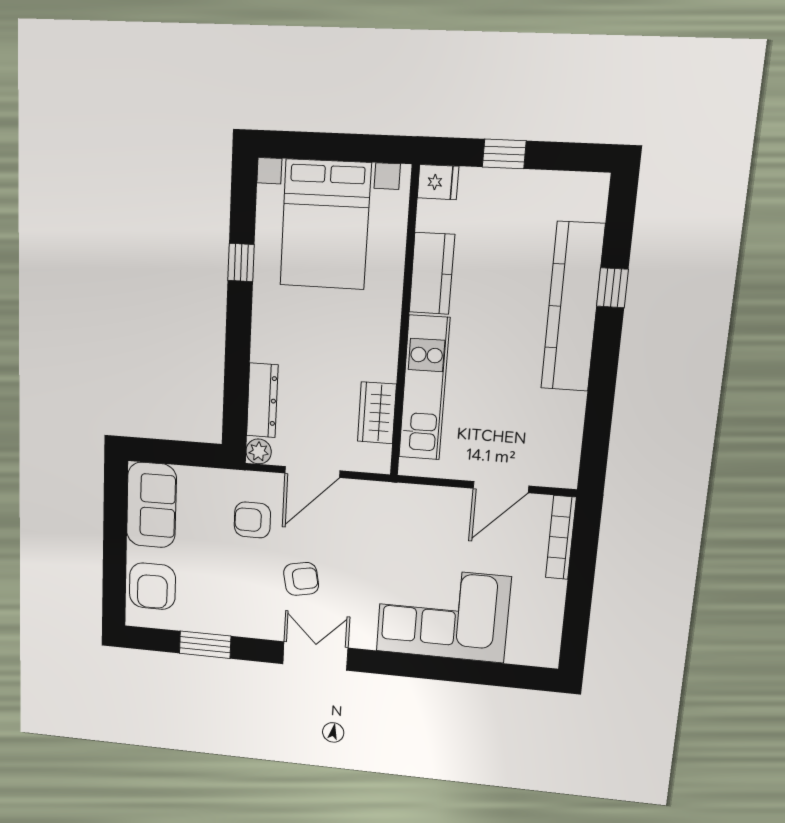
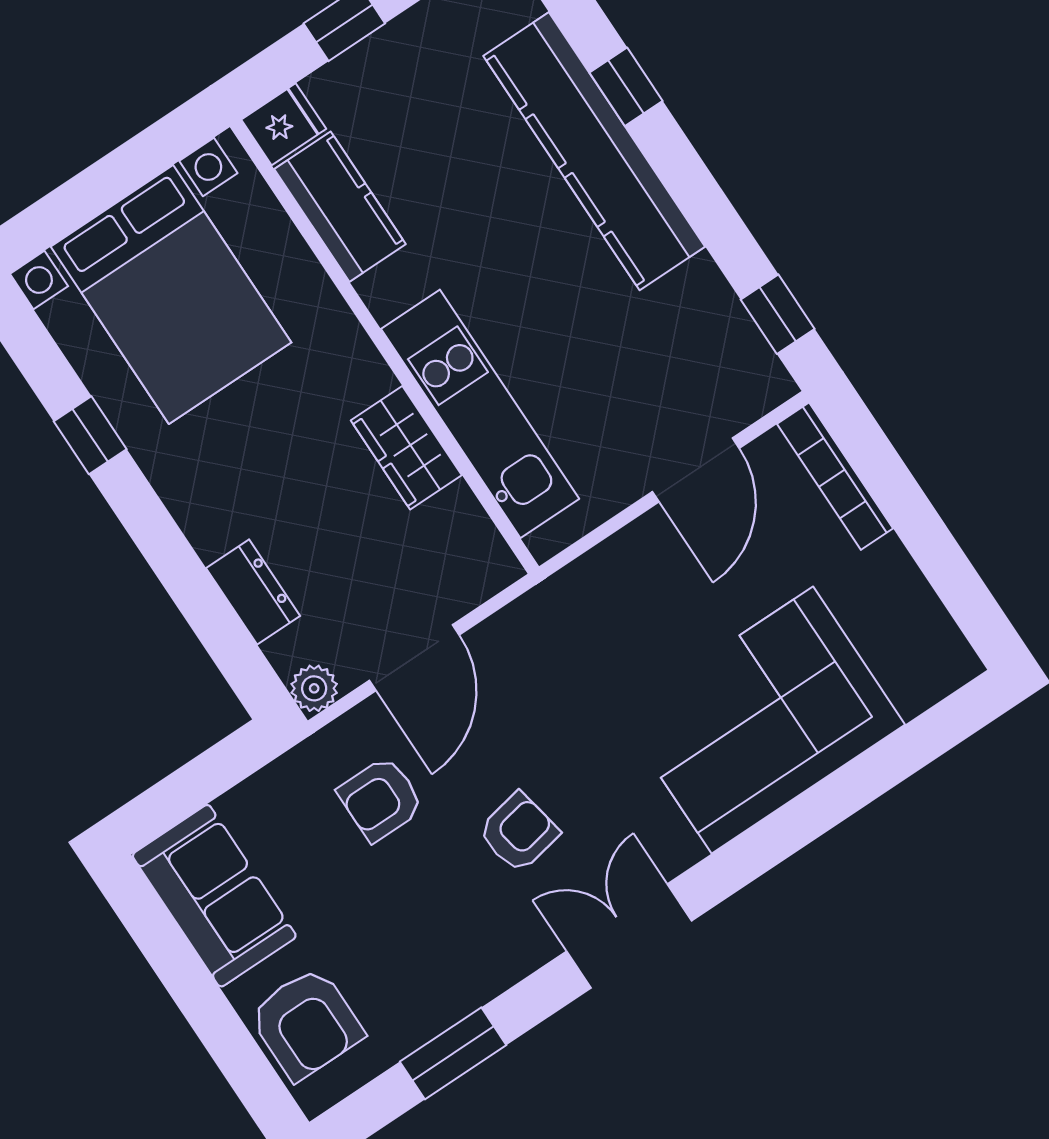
kitchen counter: (432, 273) -> (340, 207), moved
dresser: (262, 400) -> (253, 592), width x0.70
wardrobe: (377, 413) -> (406, 448), moved
window: (595, 447) -> (778, 314), added

